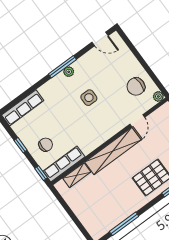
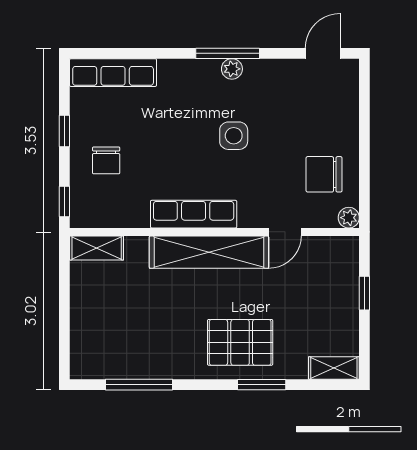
door: (100, 39) -> (323, 53), swing flipped
chair: (46, 145) -> (106, 160), turned 90
row of seats: (64, 164) -> (194, 214), moved
shelving: (77, 175) -> (97, 248), moved

